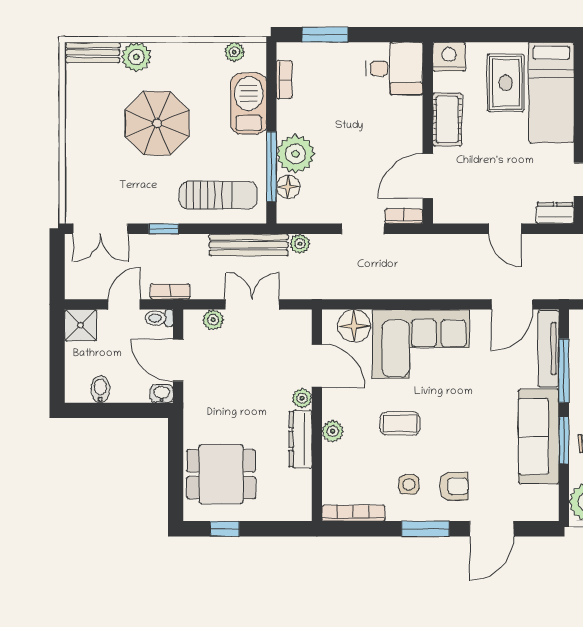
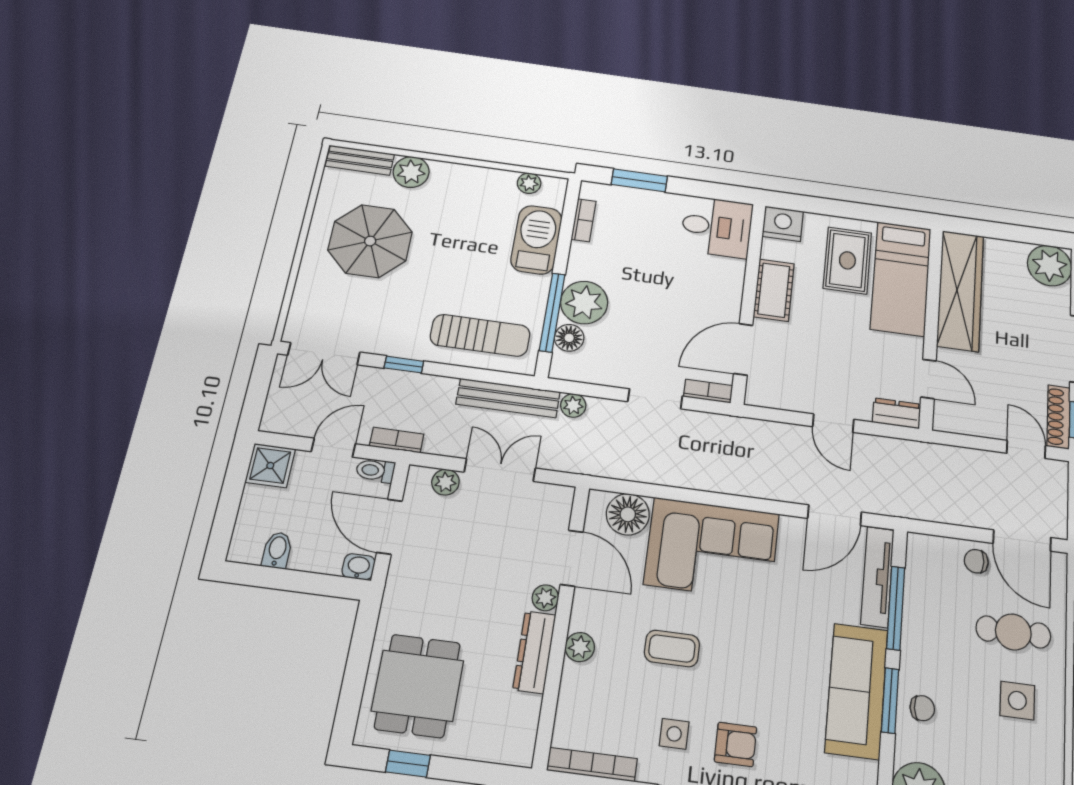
parasol: (157, 123) -> (370, 241), moved
dining table: (221, 474) -> (418, 686), turned 90

